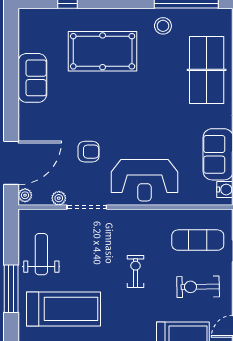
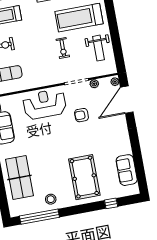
pool table: (103, 51) -> (84, 177), turned 90
sofa: (32, 78) -> (127, 170), moved
exercise bike: (136, 272) -> (63, 48), moved
window: (11, 289) -> (113, 24), removed

